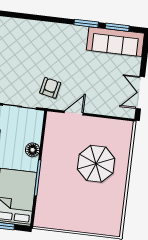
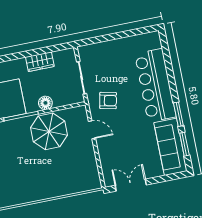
bar counter: (50, 37) -> (155, 85), added
parasol: (96, 164) -> (49, 131), moved

